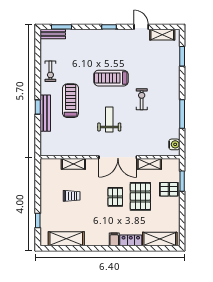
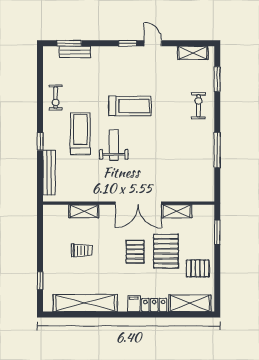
door: (141, 27) -> (153, 43), moved
bench: (53, 34) -> (75, 52), moved
treadmill: (111, 78) -> (130, 106), turned 180
exercise bike: (142, 99) -> (198, 106), moved
bench: (45, 113) -> (49, 173), moved
weight bench: (109, 119) -> (114, 145), moved
water cooler: (174, 144) -> (208, 187), removed
pallet: (169, 189) -> (198, 268), moved
shelving: (66, 239) -> (85, 303), width x1.47

